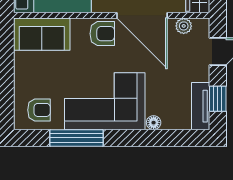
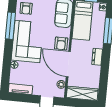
door: (142, 15) -> (68, 64), hinge flipped
window: (218, 99) -> (23, 98), removed

